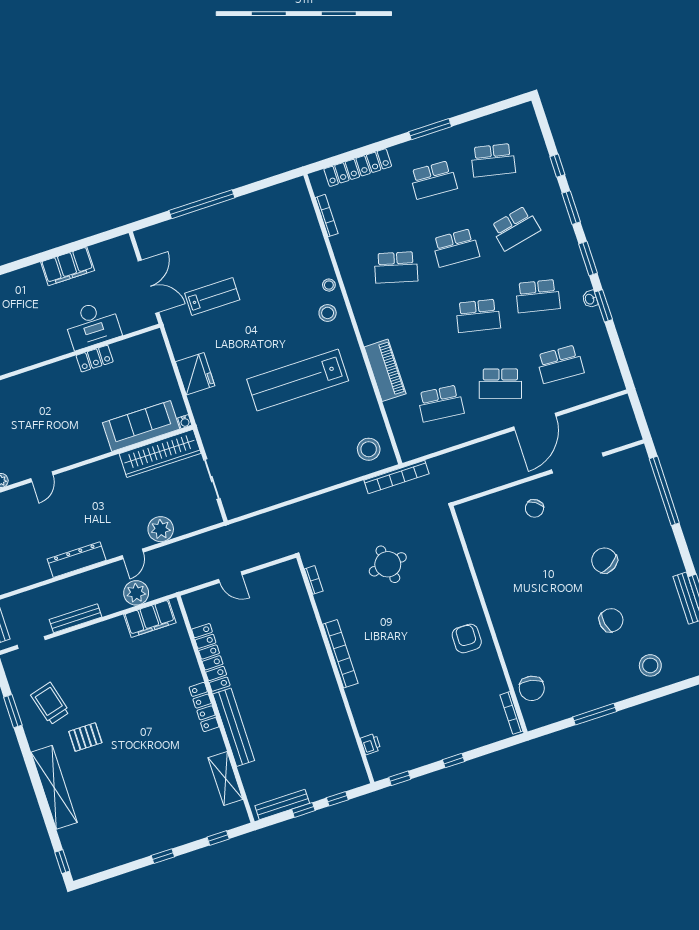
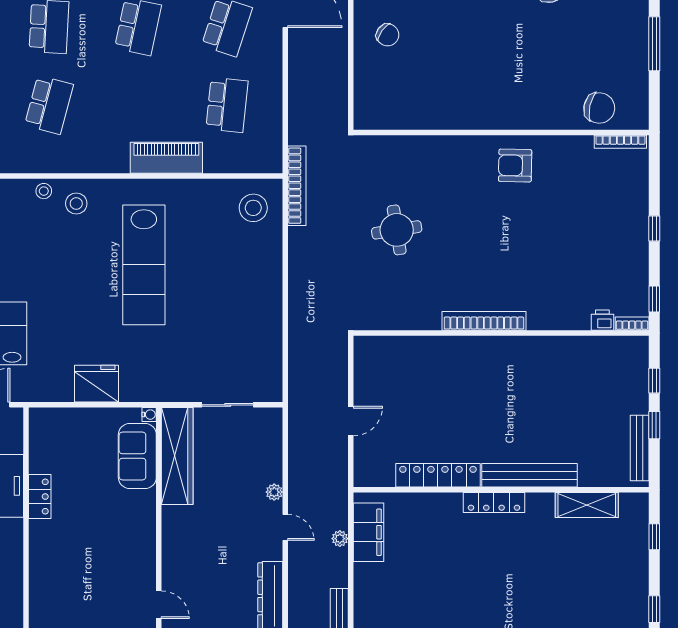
sofa: (141, 426) -> (137, 456), width x0.73
plant: (161, 529) -> (274, 492), width x0.53, depth x0.53
bookcase: (314, 580) -> (632, 324), moved
plant: (136, 593) -> (340, 539), width x0.53, depth x0.53

